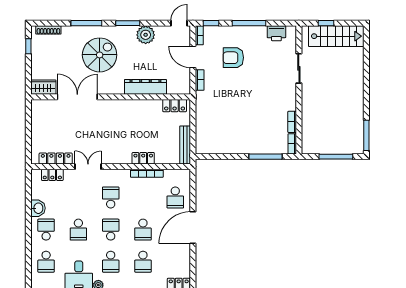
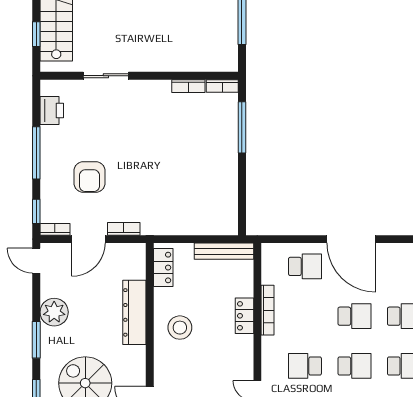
stool: (136, 116) -> (180, 328), added
school desk: (111, 230) -> (354, 366), turned 180

